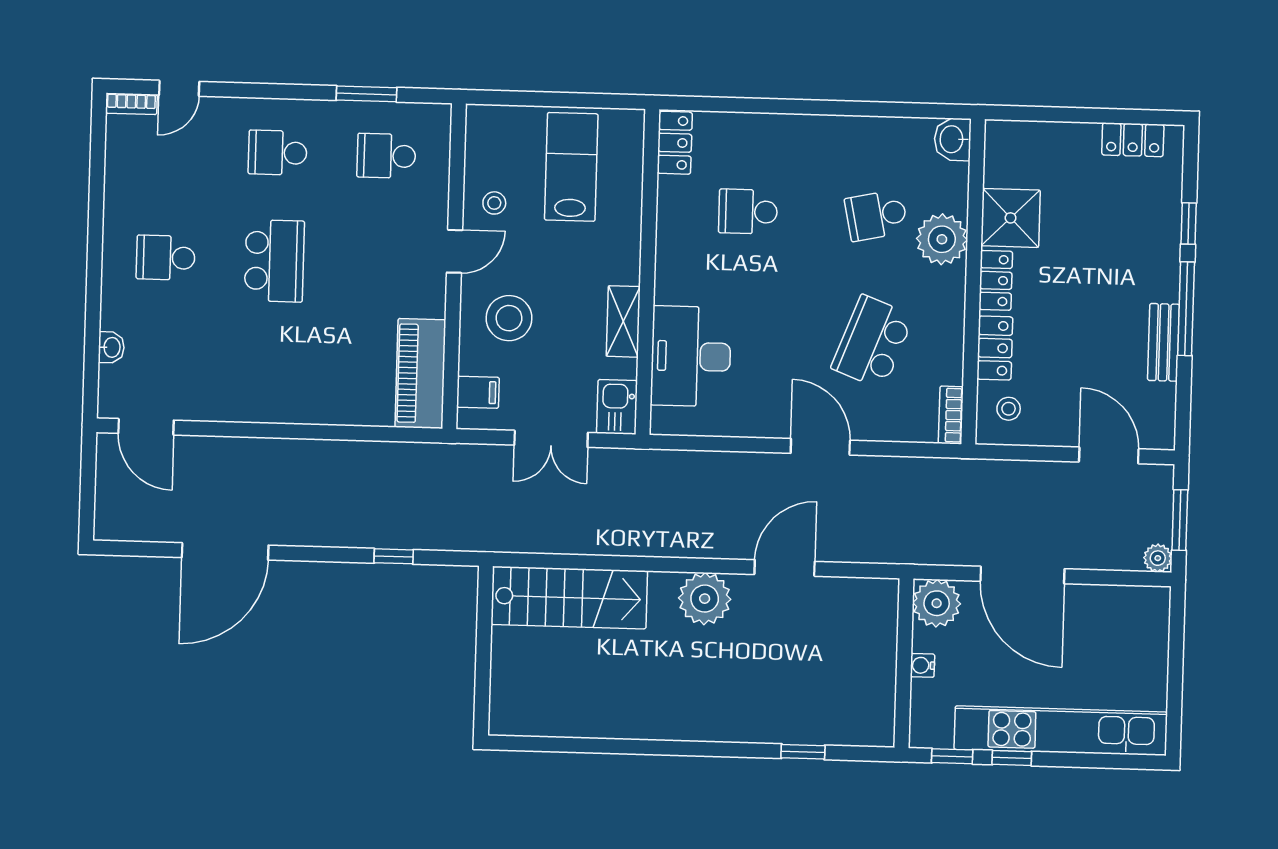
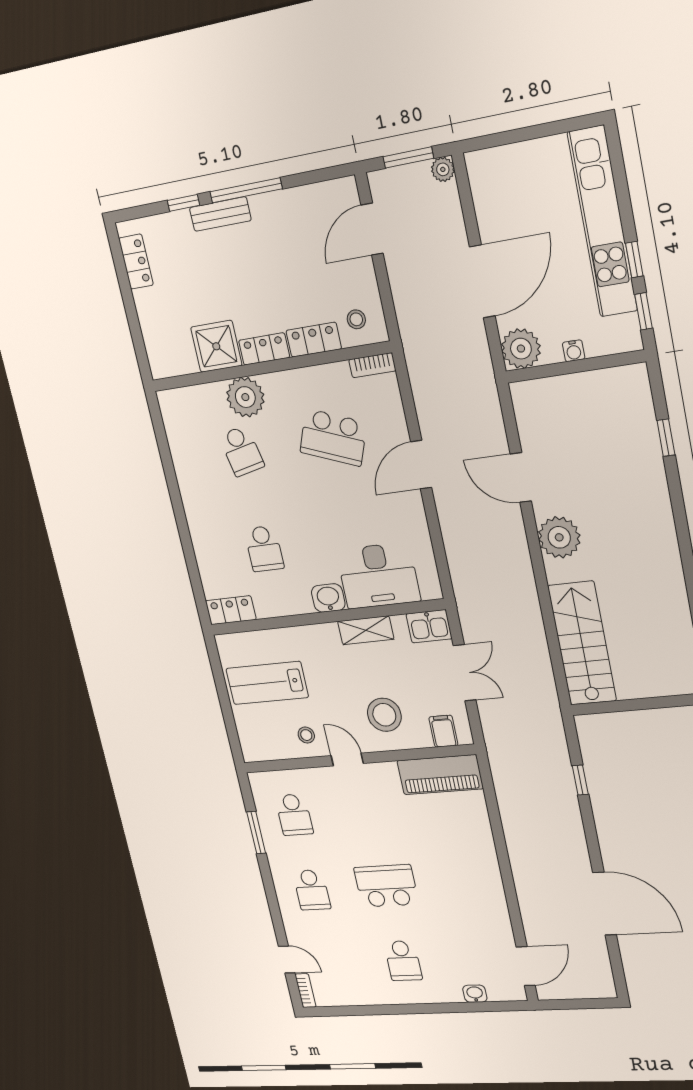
washbasin: (953, 139) -> (328, 598), moved, turned 180
bench: (1164, 342) -> (220, 214), moved

